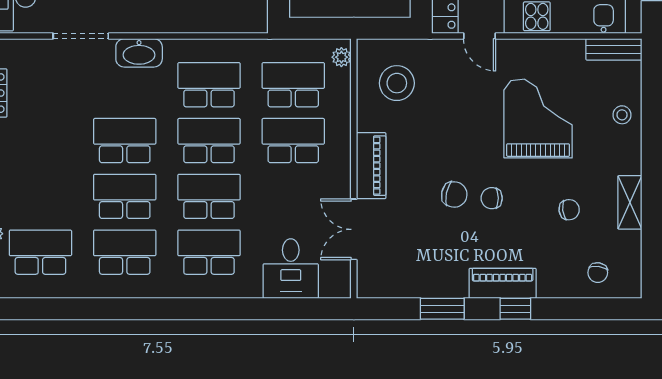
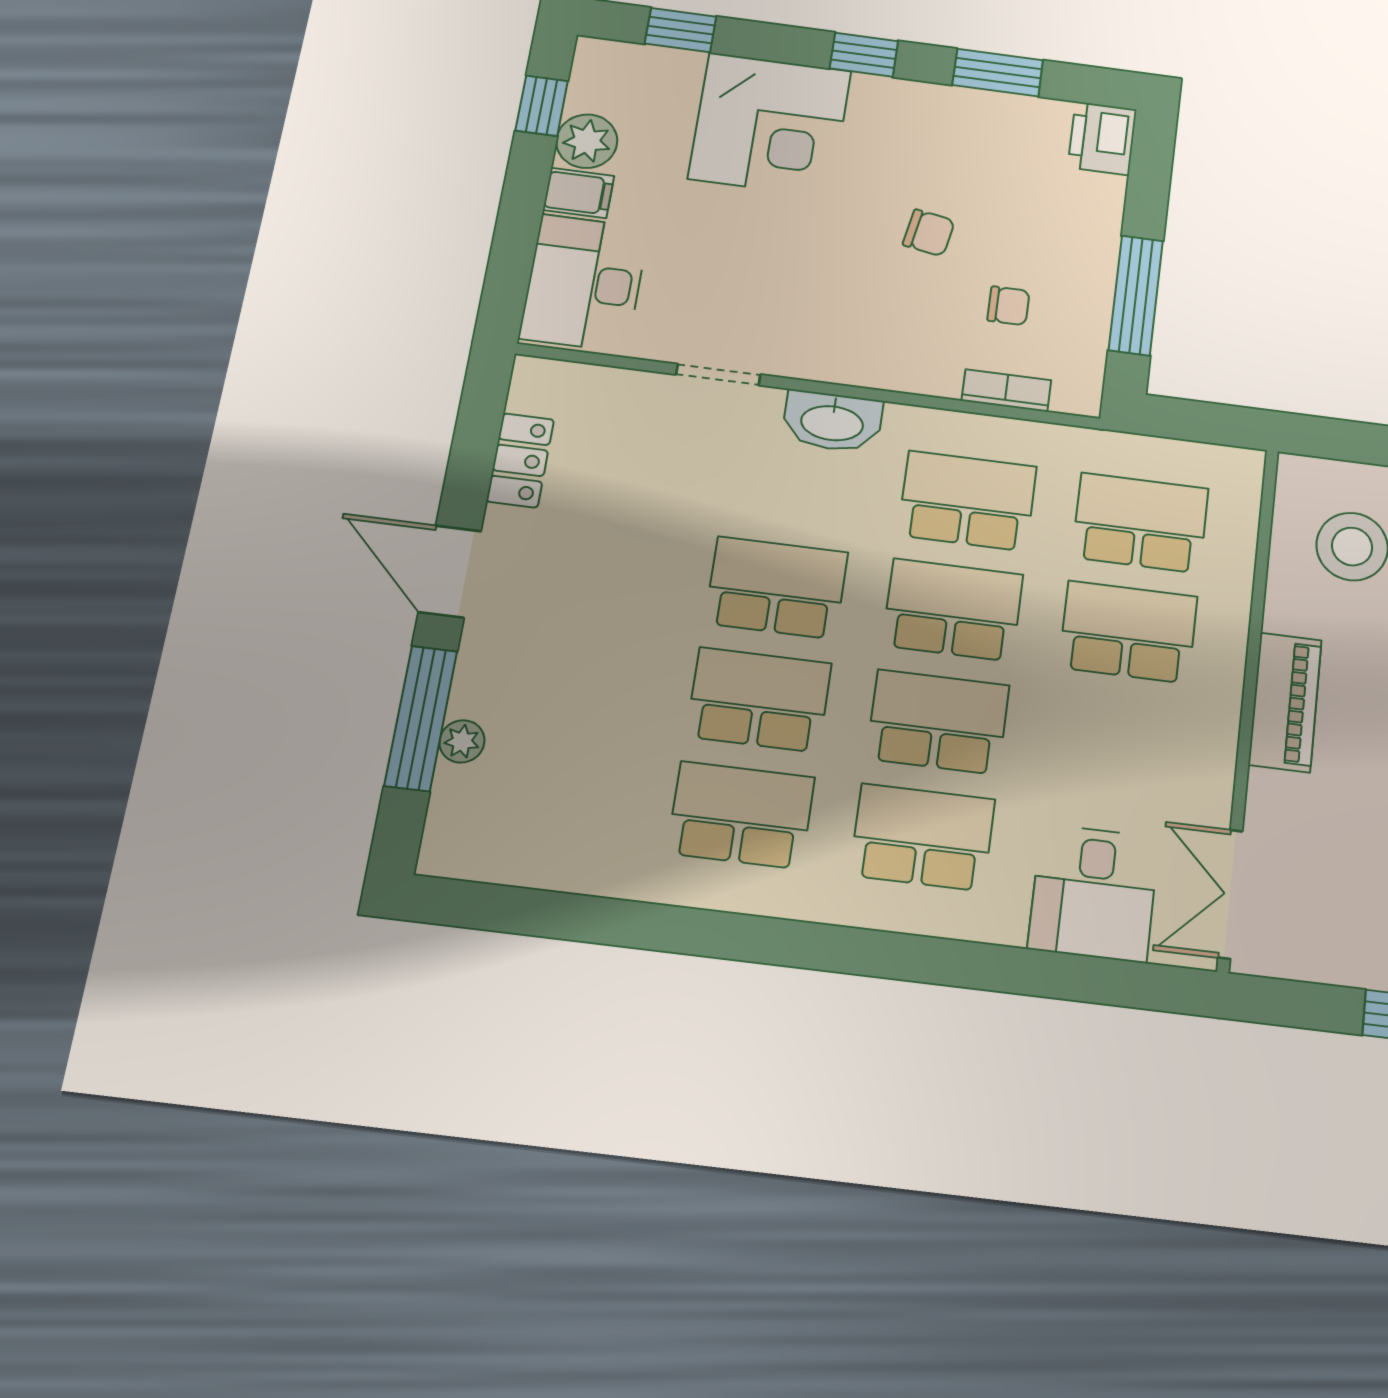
bookcase: (221, 25) -> (1006, 390), added
doorway: (81, 36) -> (718, 375), width x0.73
plant: (341, 57) -> (1244, 483), removed
double door: (354, 229) -> (1230, 894), moved
school desk: (40, 252) -> (558, 793), removed

